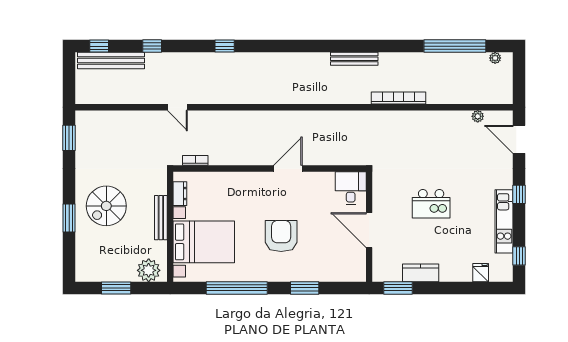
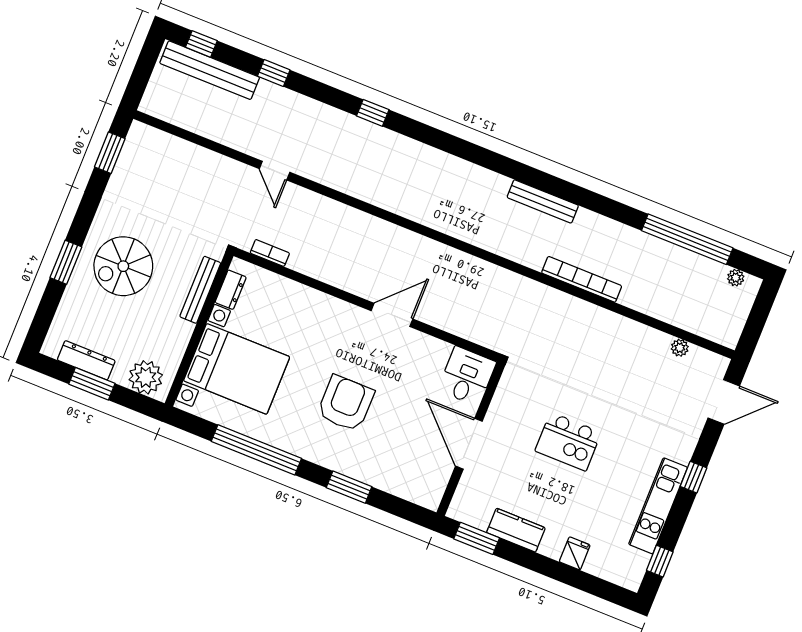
door: (519, 139) -> (724, 402), swing flipped
bench: (161, 218) -> (200, 290), moved
fridge: (481, 273) -> (575, 553), moved
dresser: (107, 275) -> (86, 360), added

